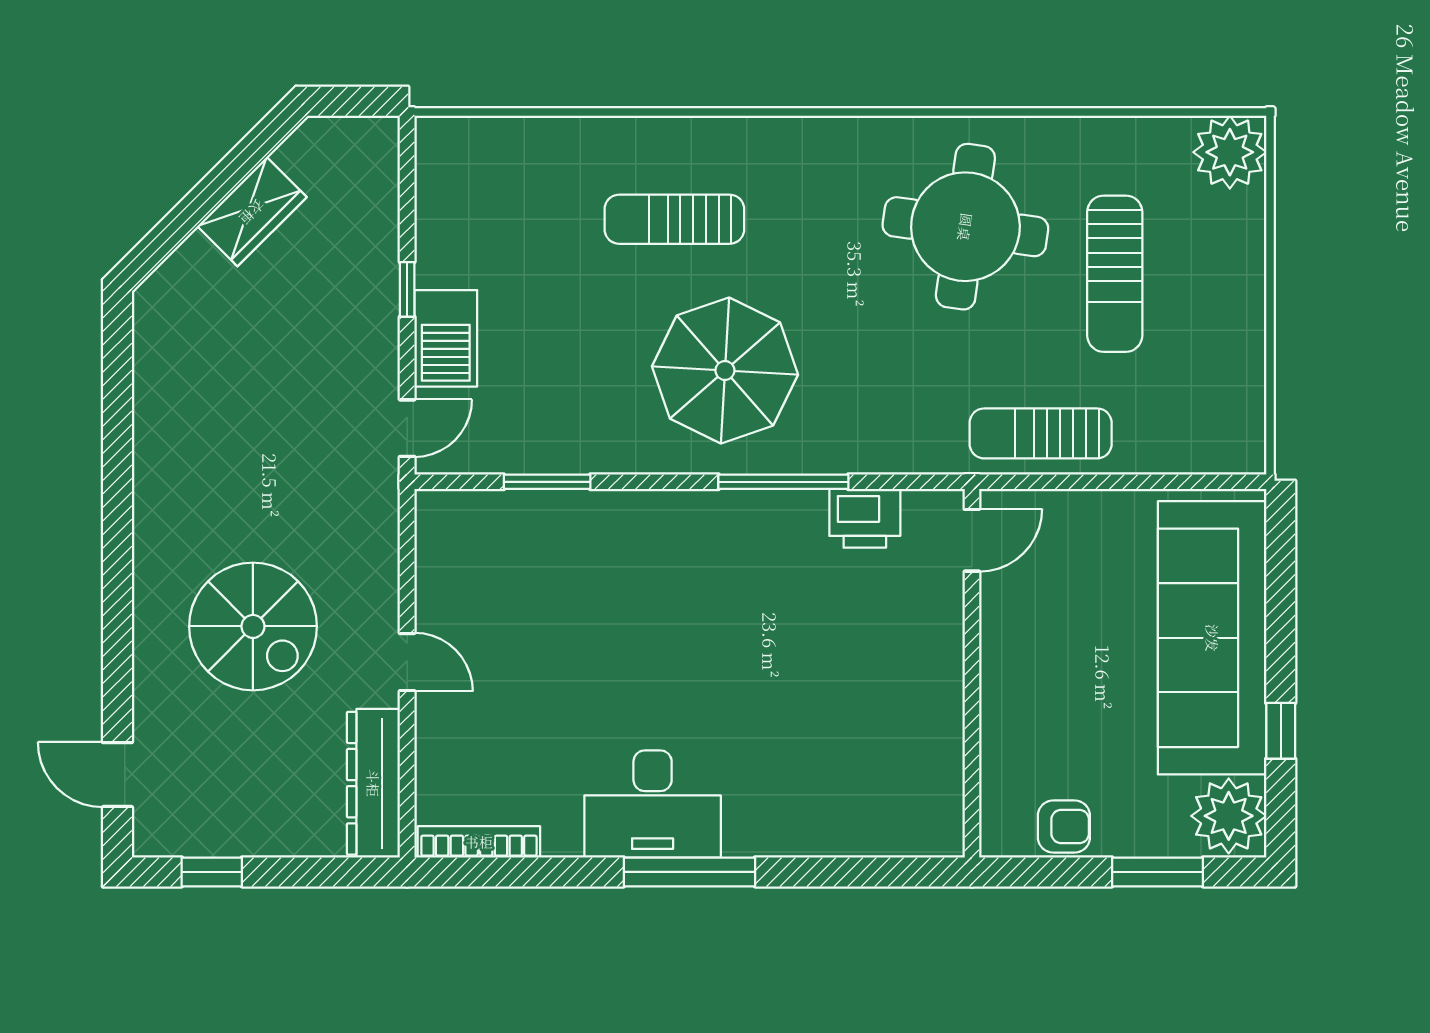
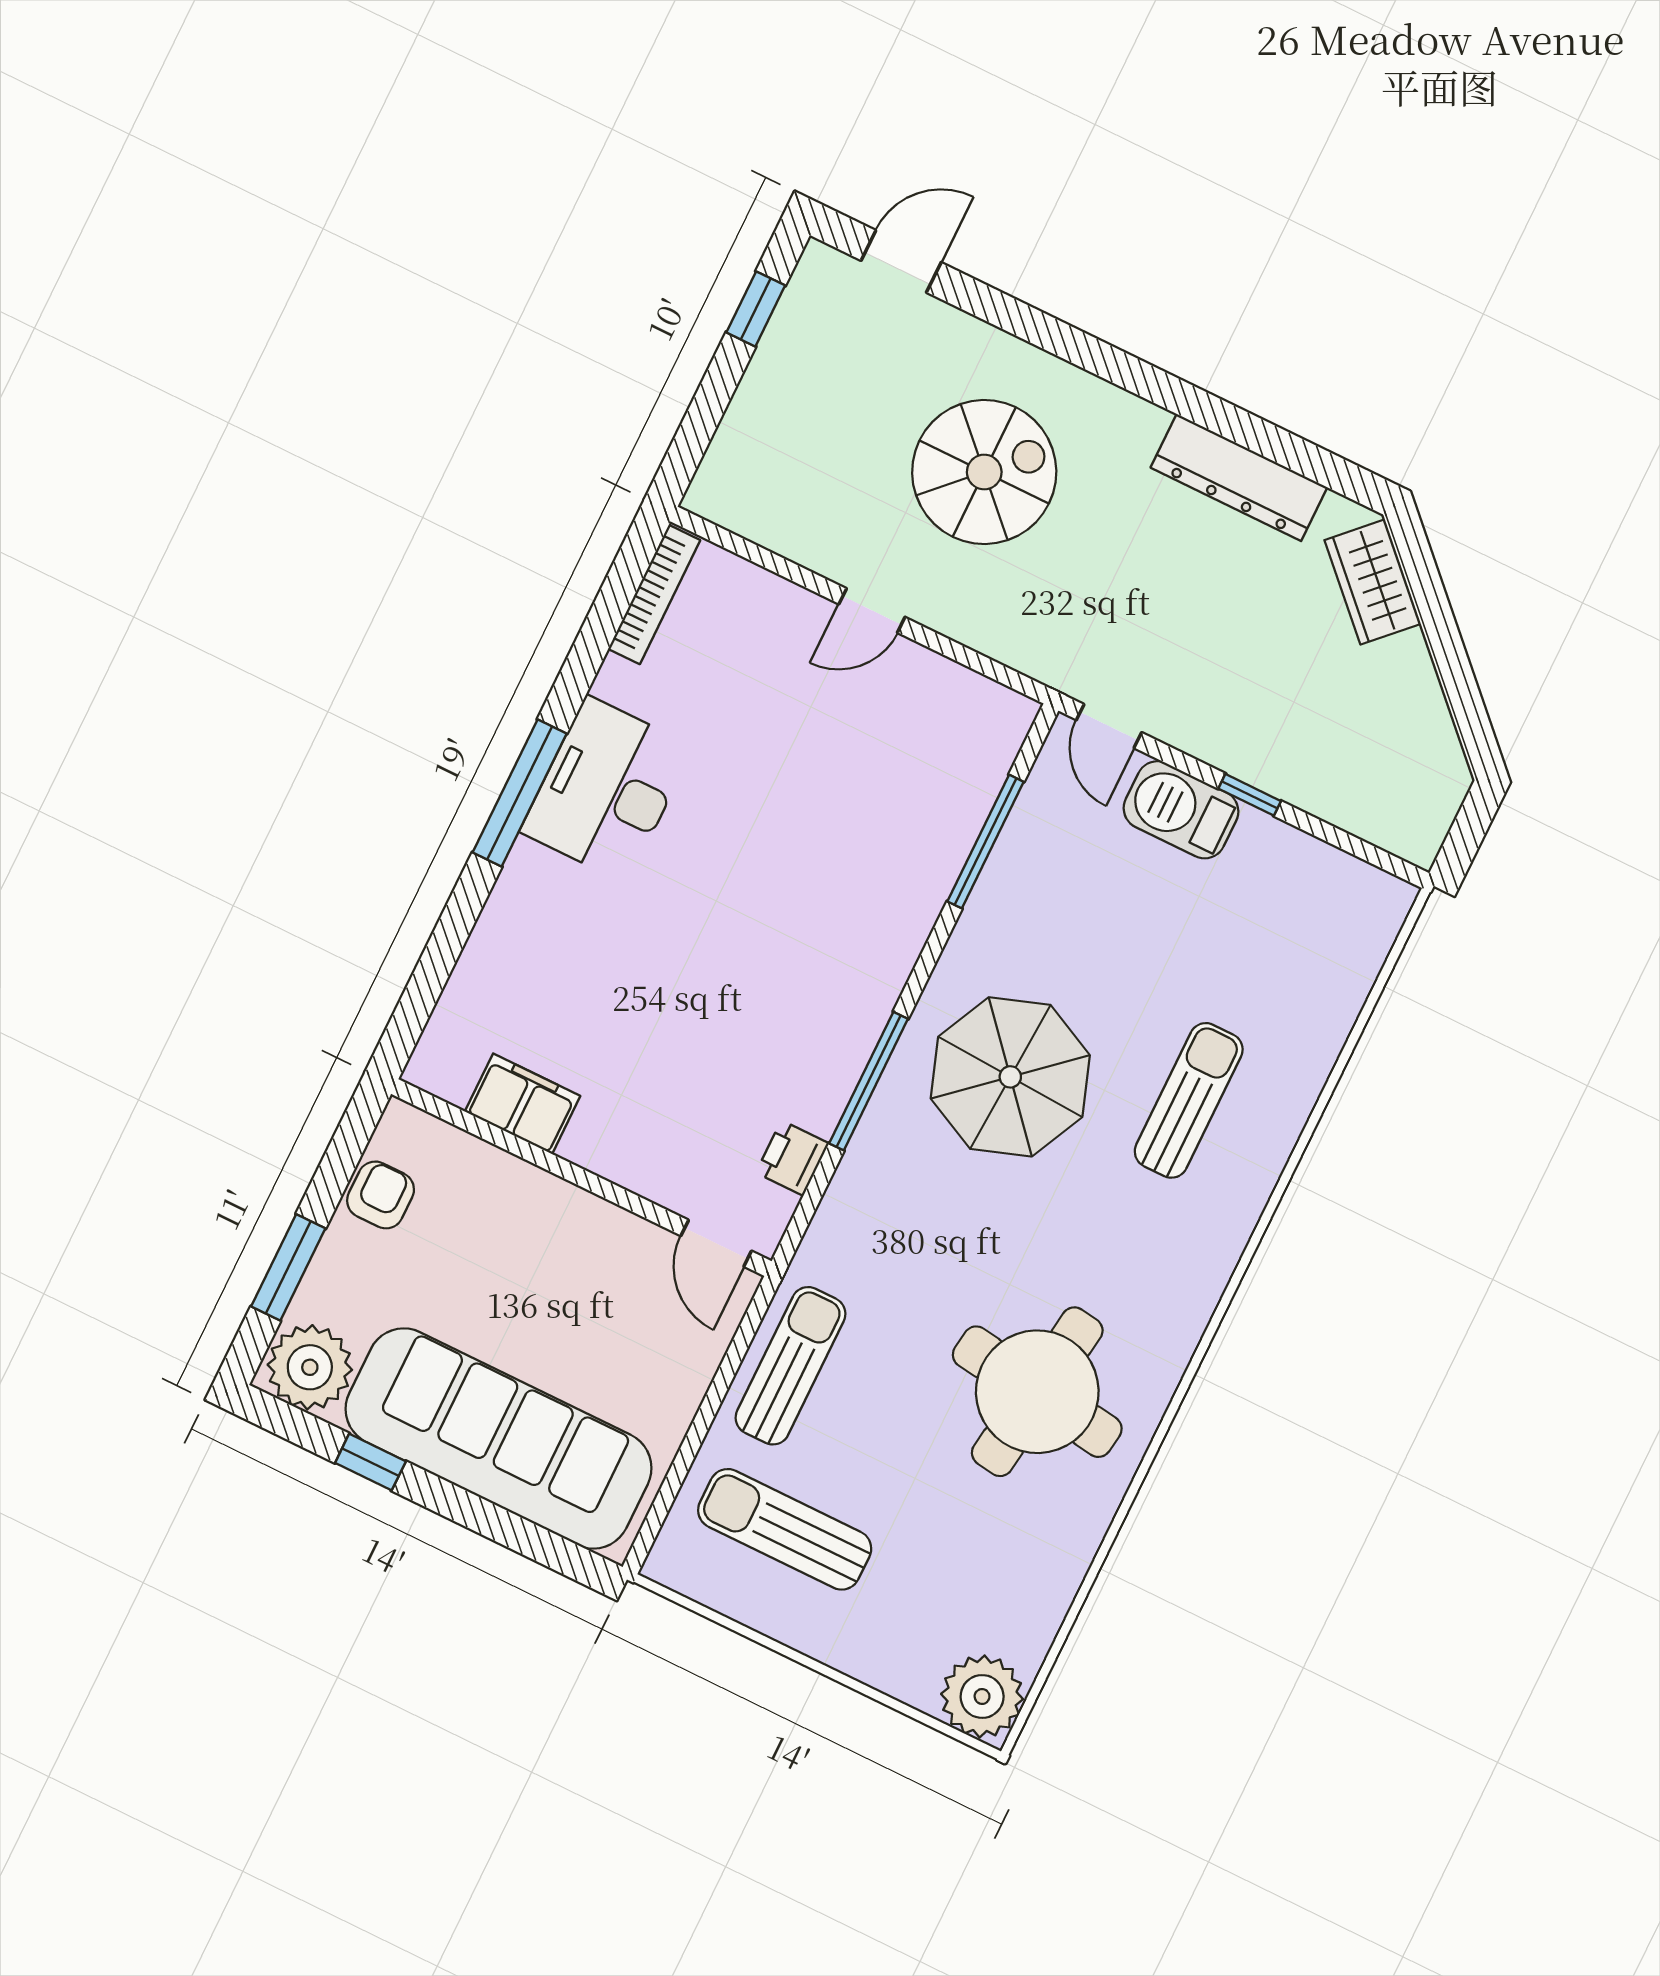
wardrobe: (252, 212) -> (1373, 582), moved
sun lounger: (1115, 274) -> (785, 1529), moved
window: (547, 482) -> (985, 842), width x1.44
printer: (865, 518) -> (792, 1158), width x0.73, depth x0.81
spiral stairs: (253, 626) -> (984, 472), turned 180
filing cabinet: (936, 749) -> (523, 1104), added
dresser: (373, 783) -> (1239, 477), moved, turned 180
armchair: (1064, 827) -> (381, 1195), turned 180

